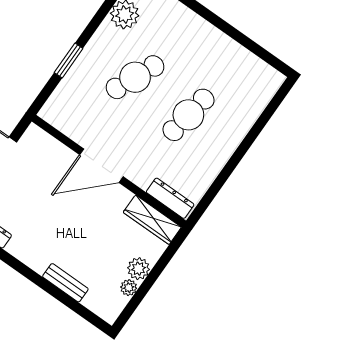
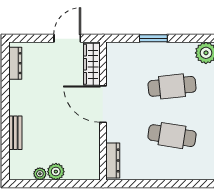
cafe table: (135, 77) -> (172, 86), turned -30
wardrobe: (152, 220) -> (92, 64), moved

